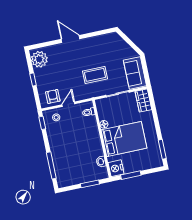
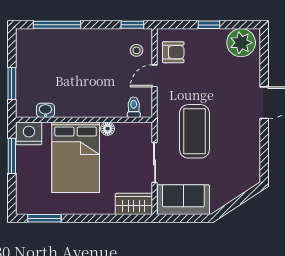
coffee table: (95, 75) -> (194, 131), width x1.36, depth x1.32
door: (68, 104) -> (155, 76), swing flipped

